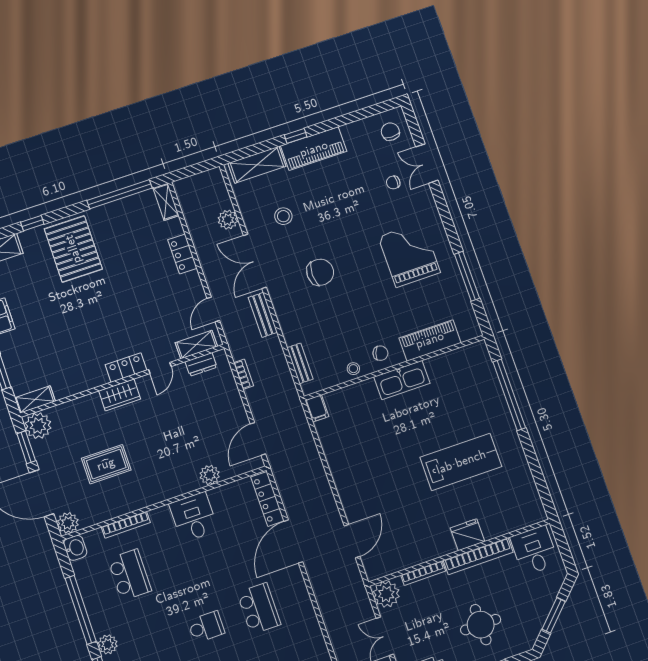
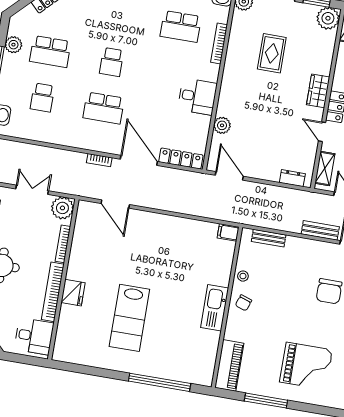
piano: (430, 340) -> (229, 365), moved
dresser: (201, 364) -> (292, 178), moved, turned 90
bookcase: (244, 374) -> (99, 160), moved

